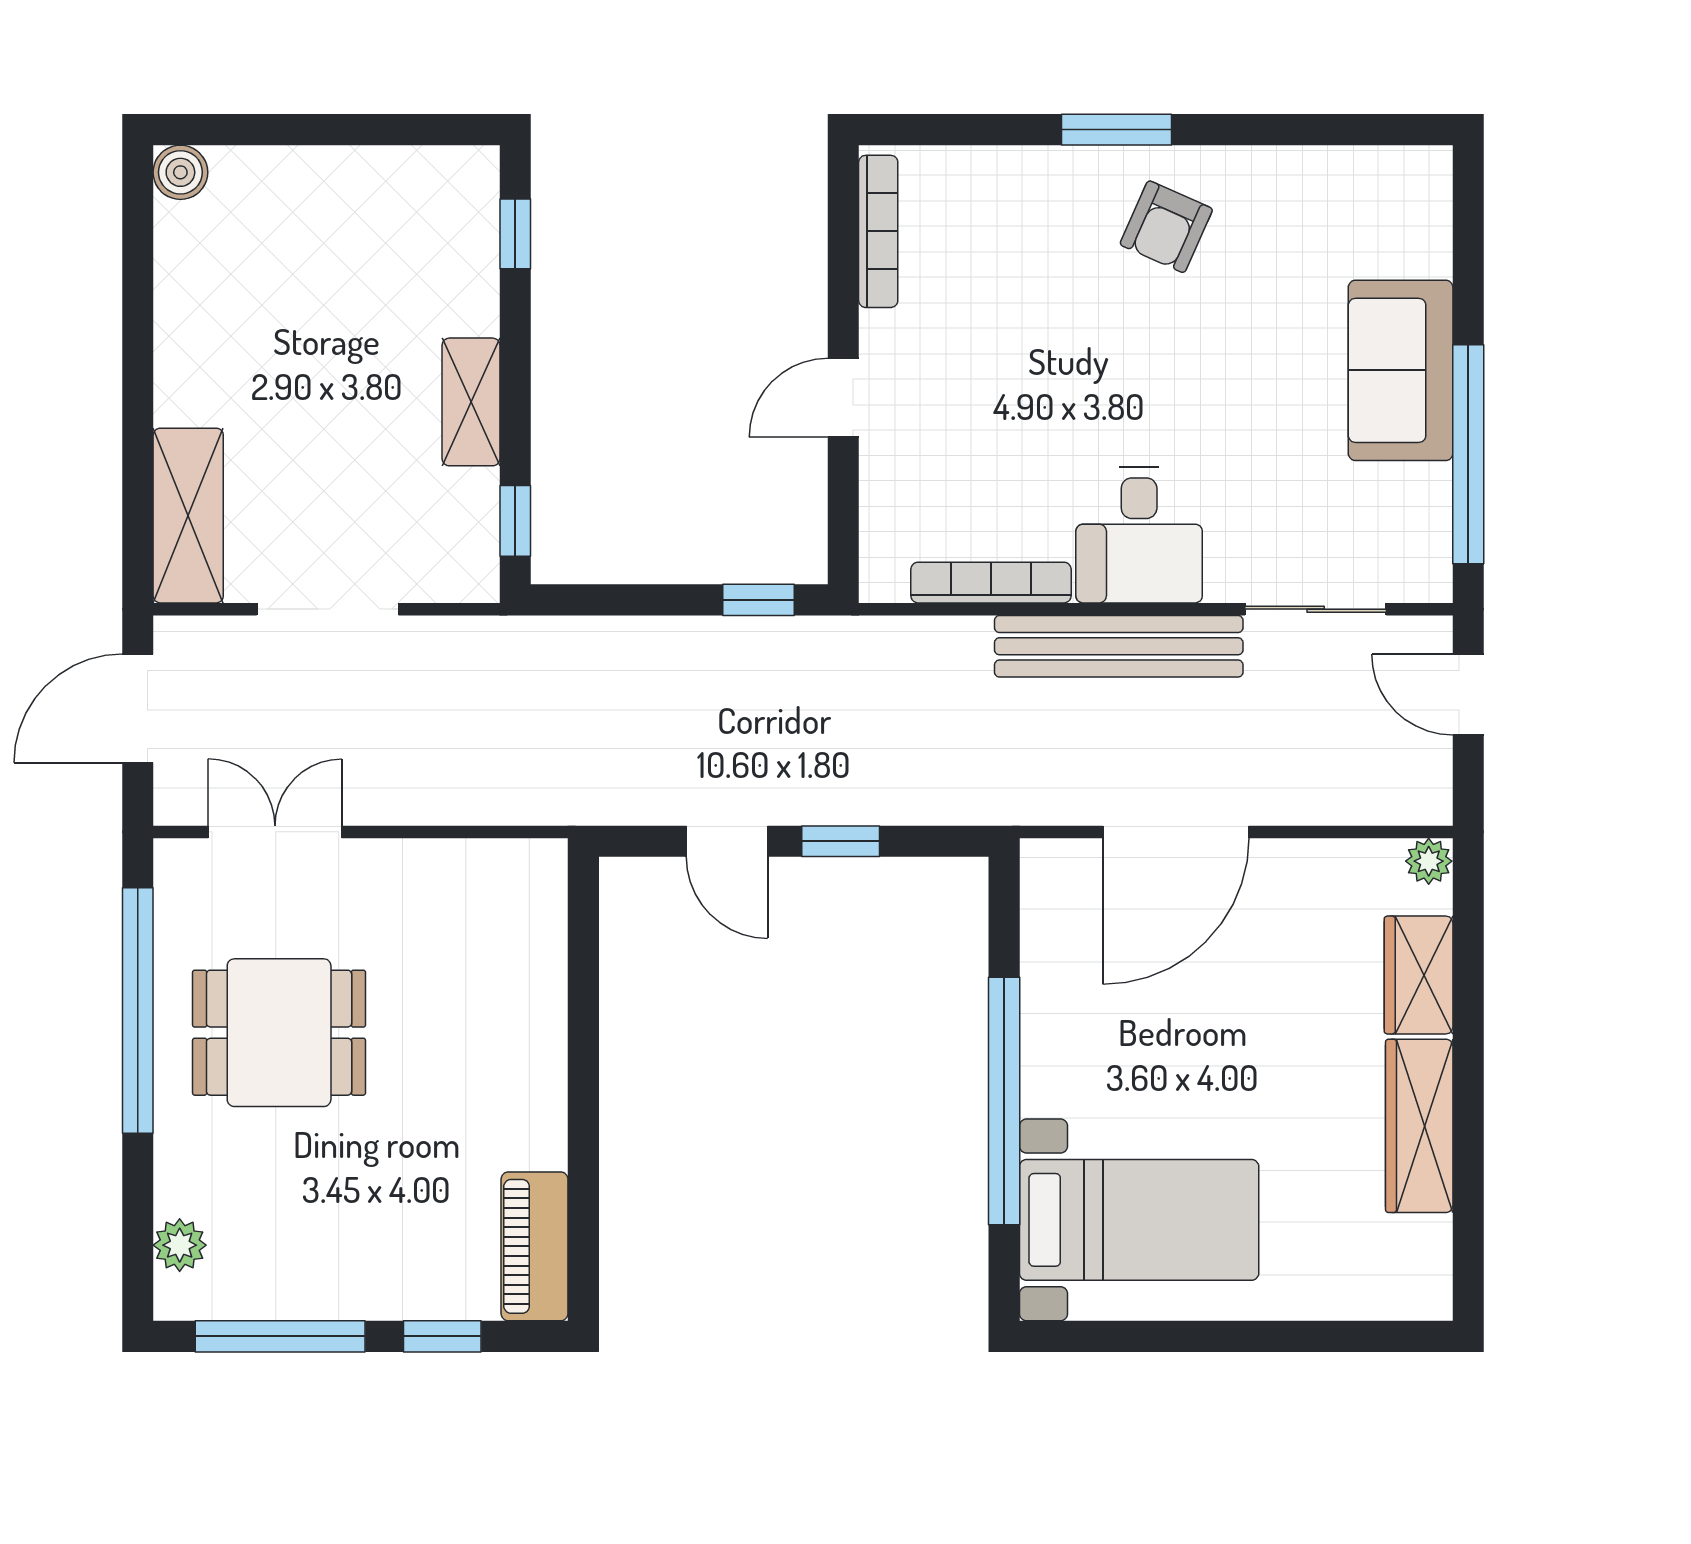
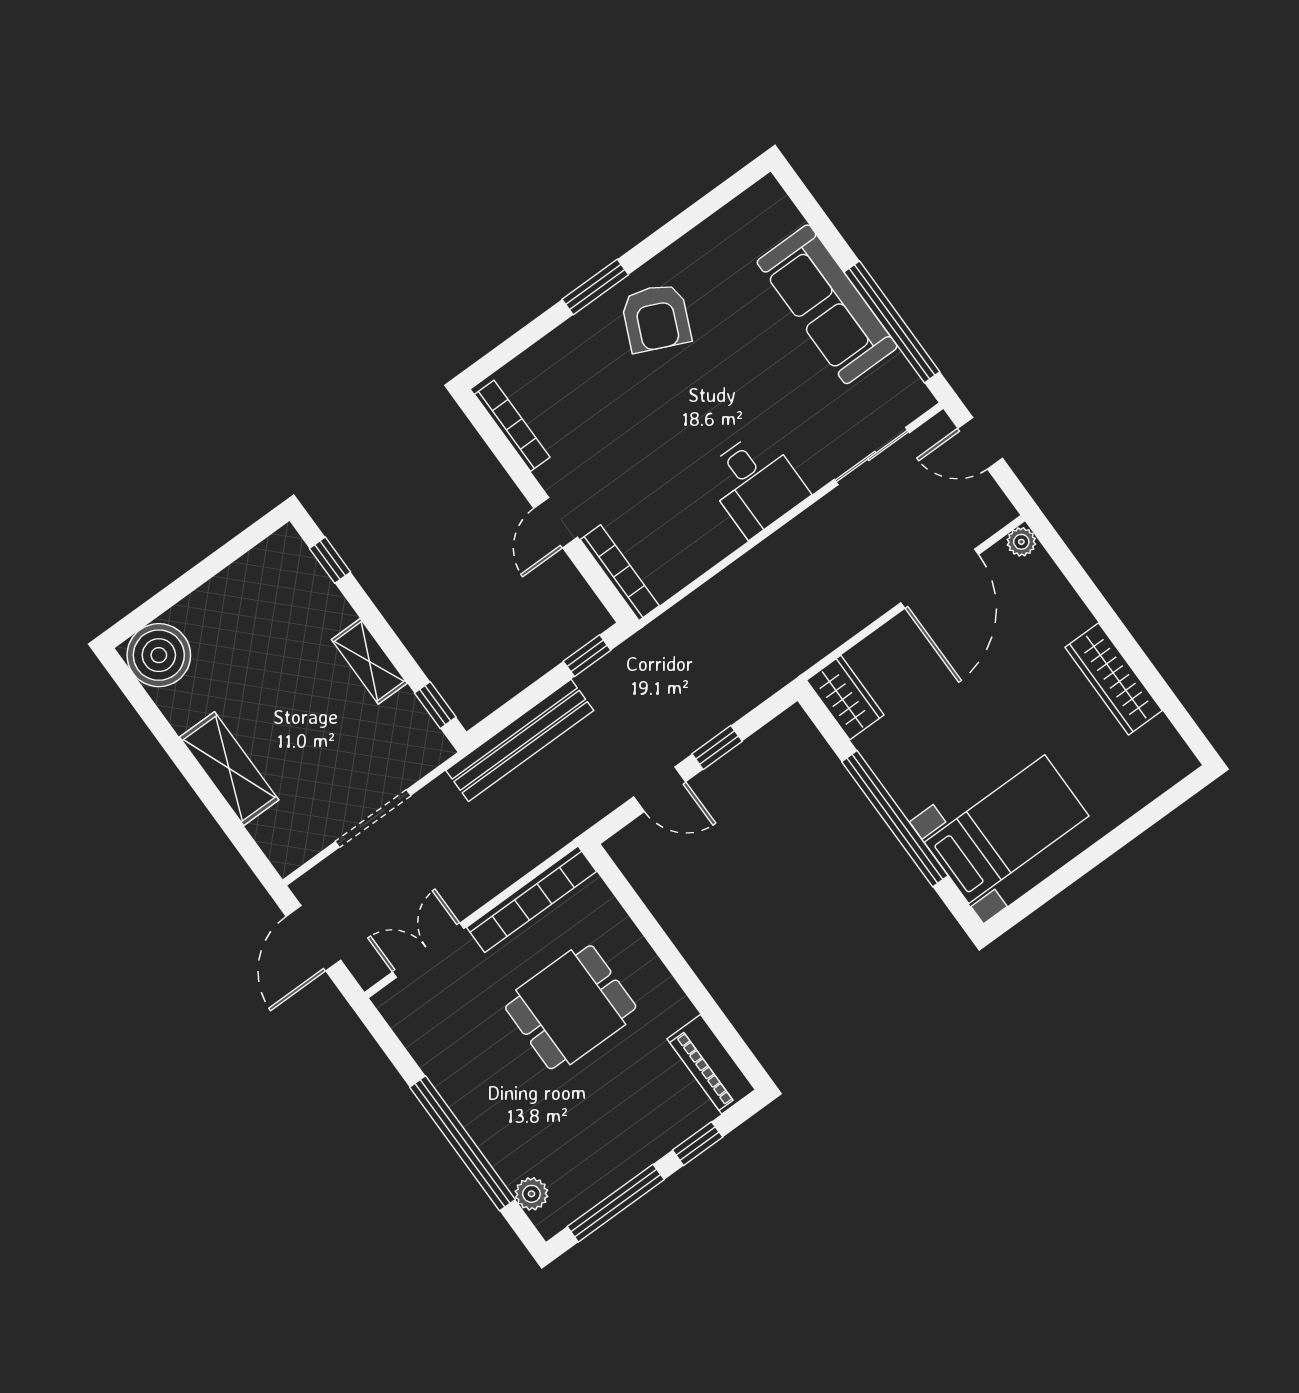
boiler: (180, 172) -> (159, 655), width x1.86, depth x1.86
armchair: (1166, 227) -> (656, 318), width x1.38, depth x1.38
sofa: (1401, 370) -> (827, 304), width x1.36
shelving: (188, 516) -> (229, 769), moved
bookcase: (991, 583) -> (620, 573), moved, turned 90
bench: (1119, 646) -> (520, 740), moved
door: (1176, 832) -> (940, 579), moved
bookcase: (457, 863) -> (531, 899), added
wardrobe: (1419, 975) -> (845, 698), moved, turned 180
window: (138, 1011) -> (462, 1143), moved
dining table: (279, 1033) -> (571, 1007), moved

